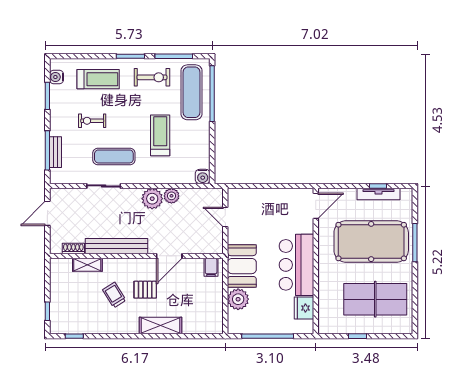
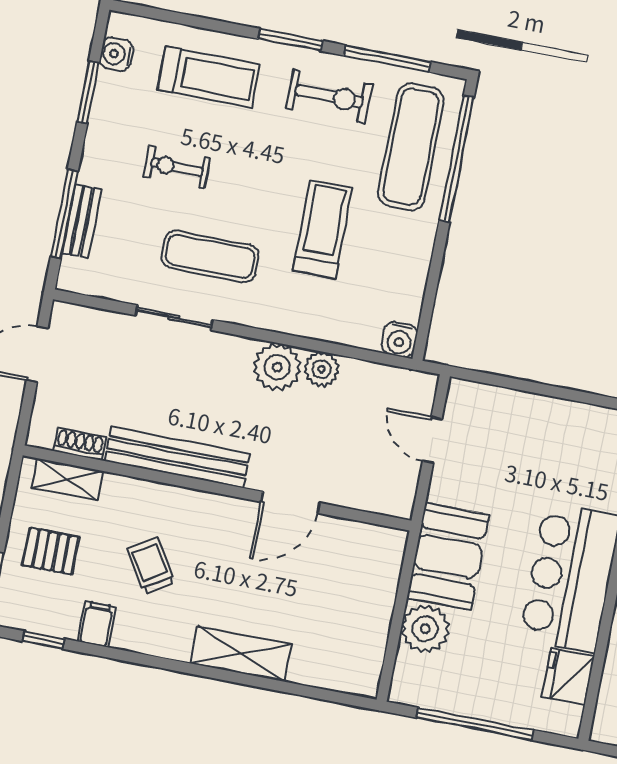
shelving: (87, 265) -> (67, 479), moved
filing cabinet: (211, 267) -> (97, 624), moved, turned 180
pallet: (145, 290) -> (51, 551), moved

